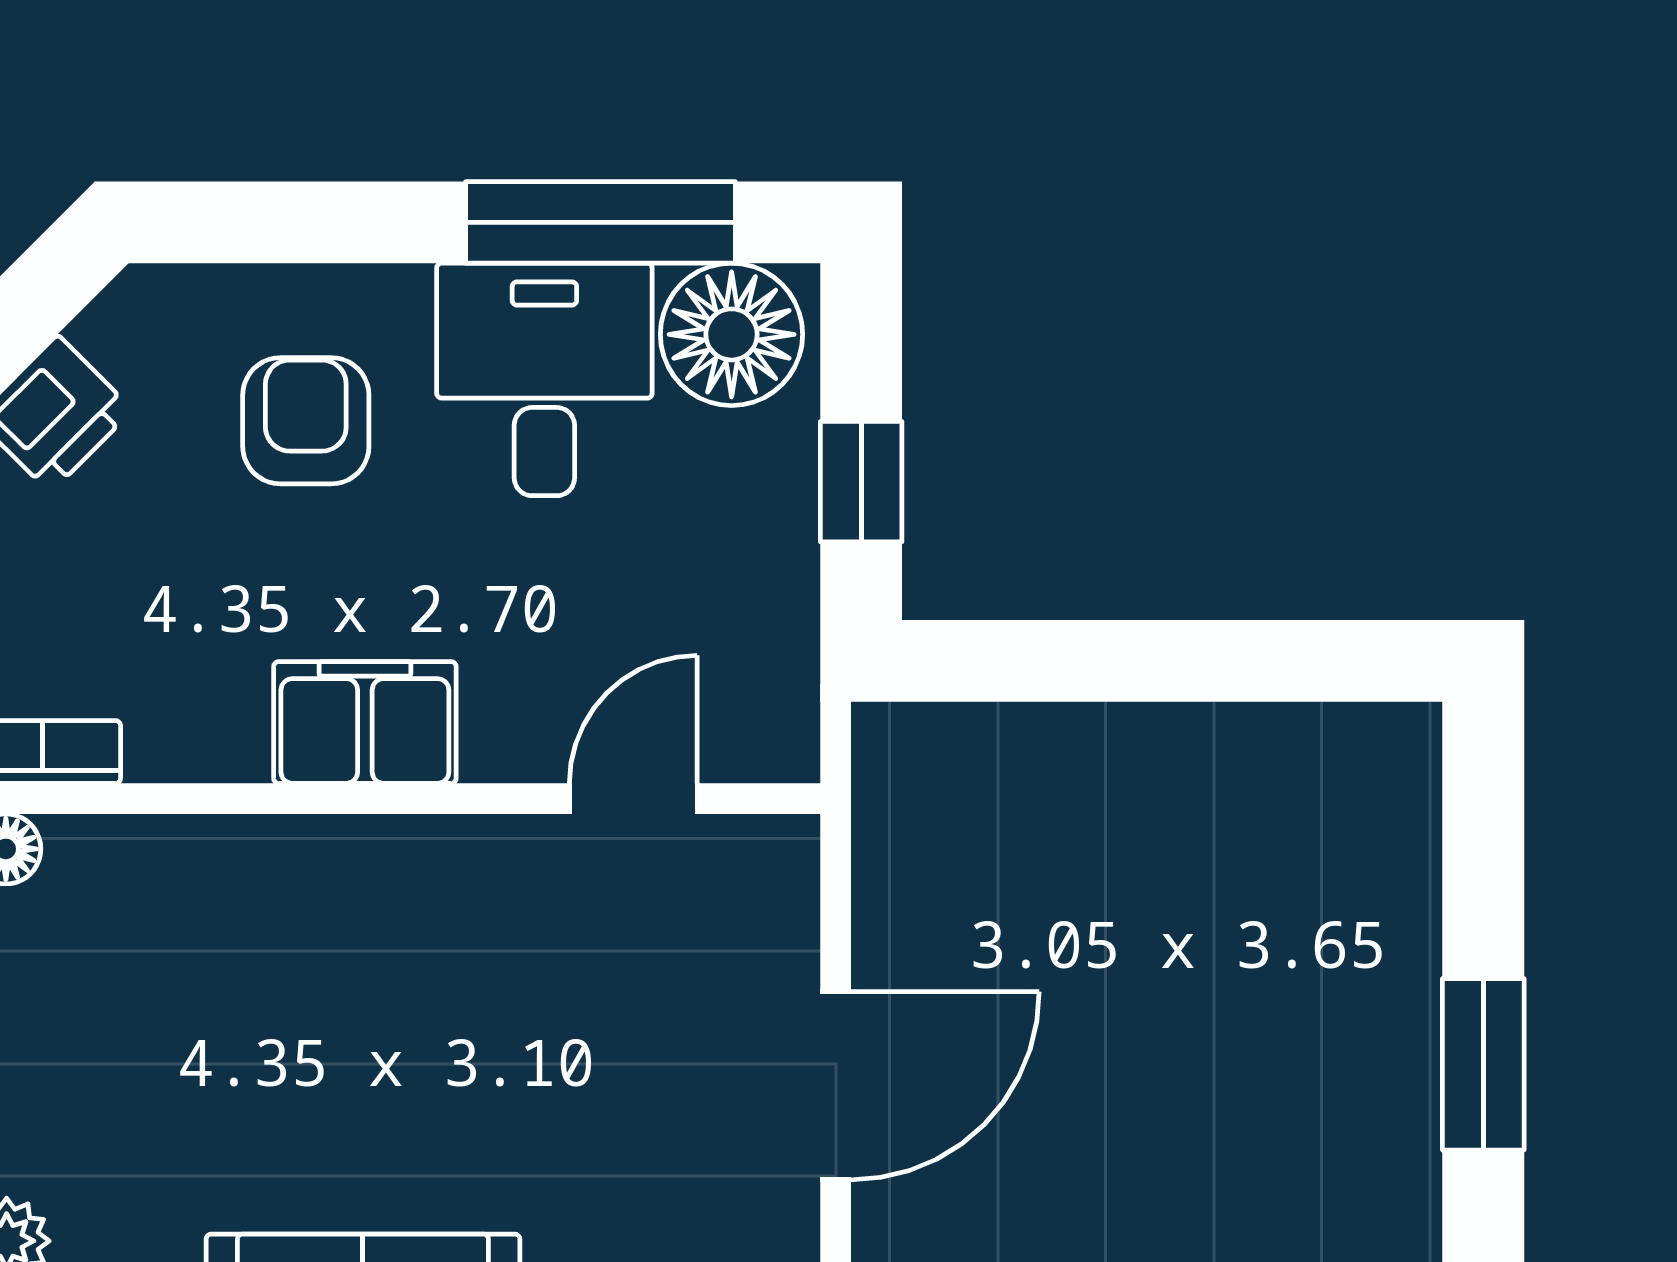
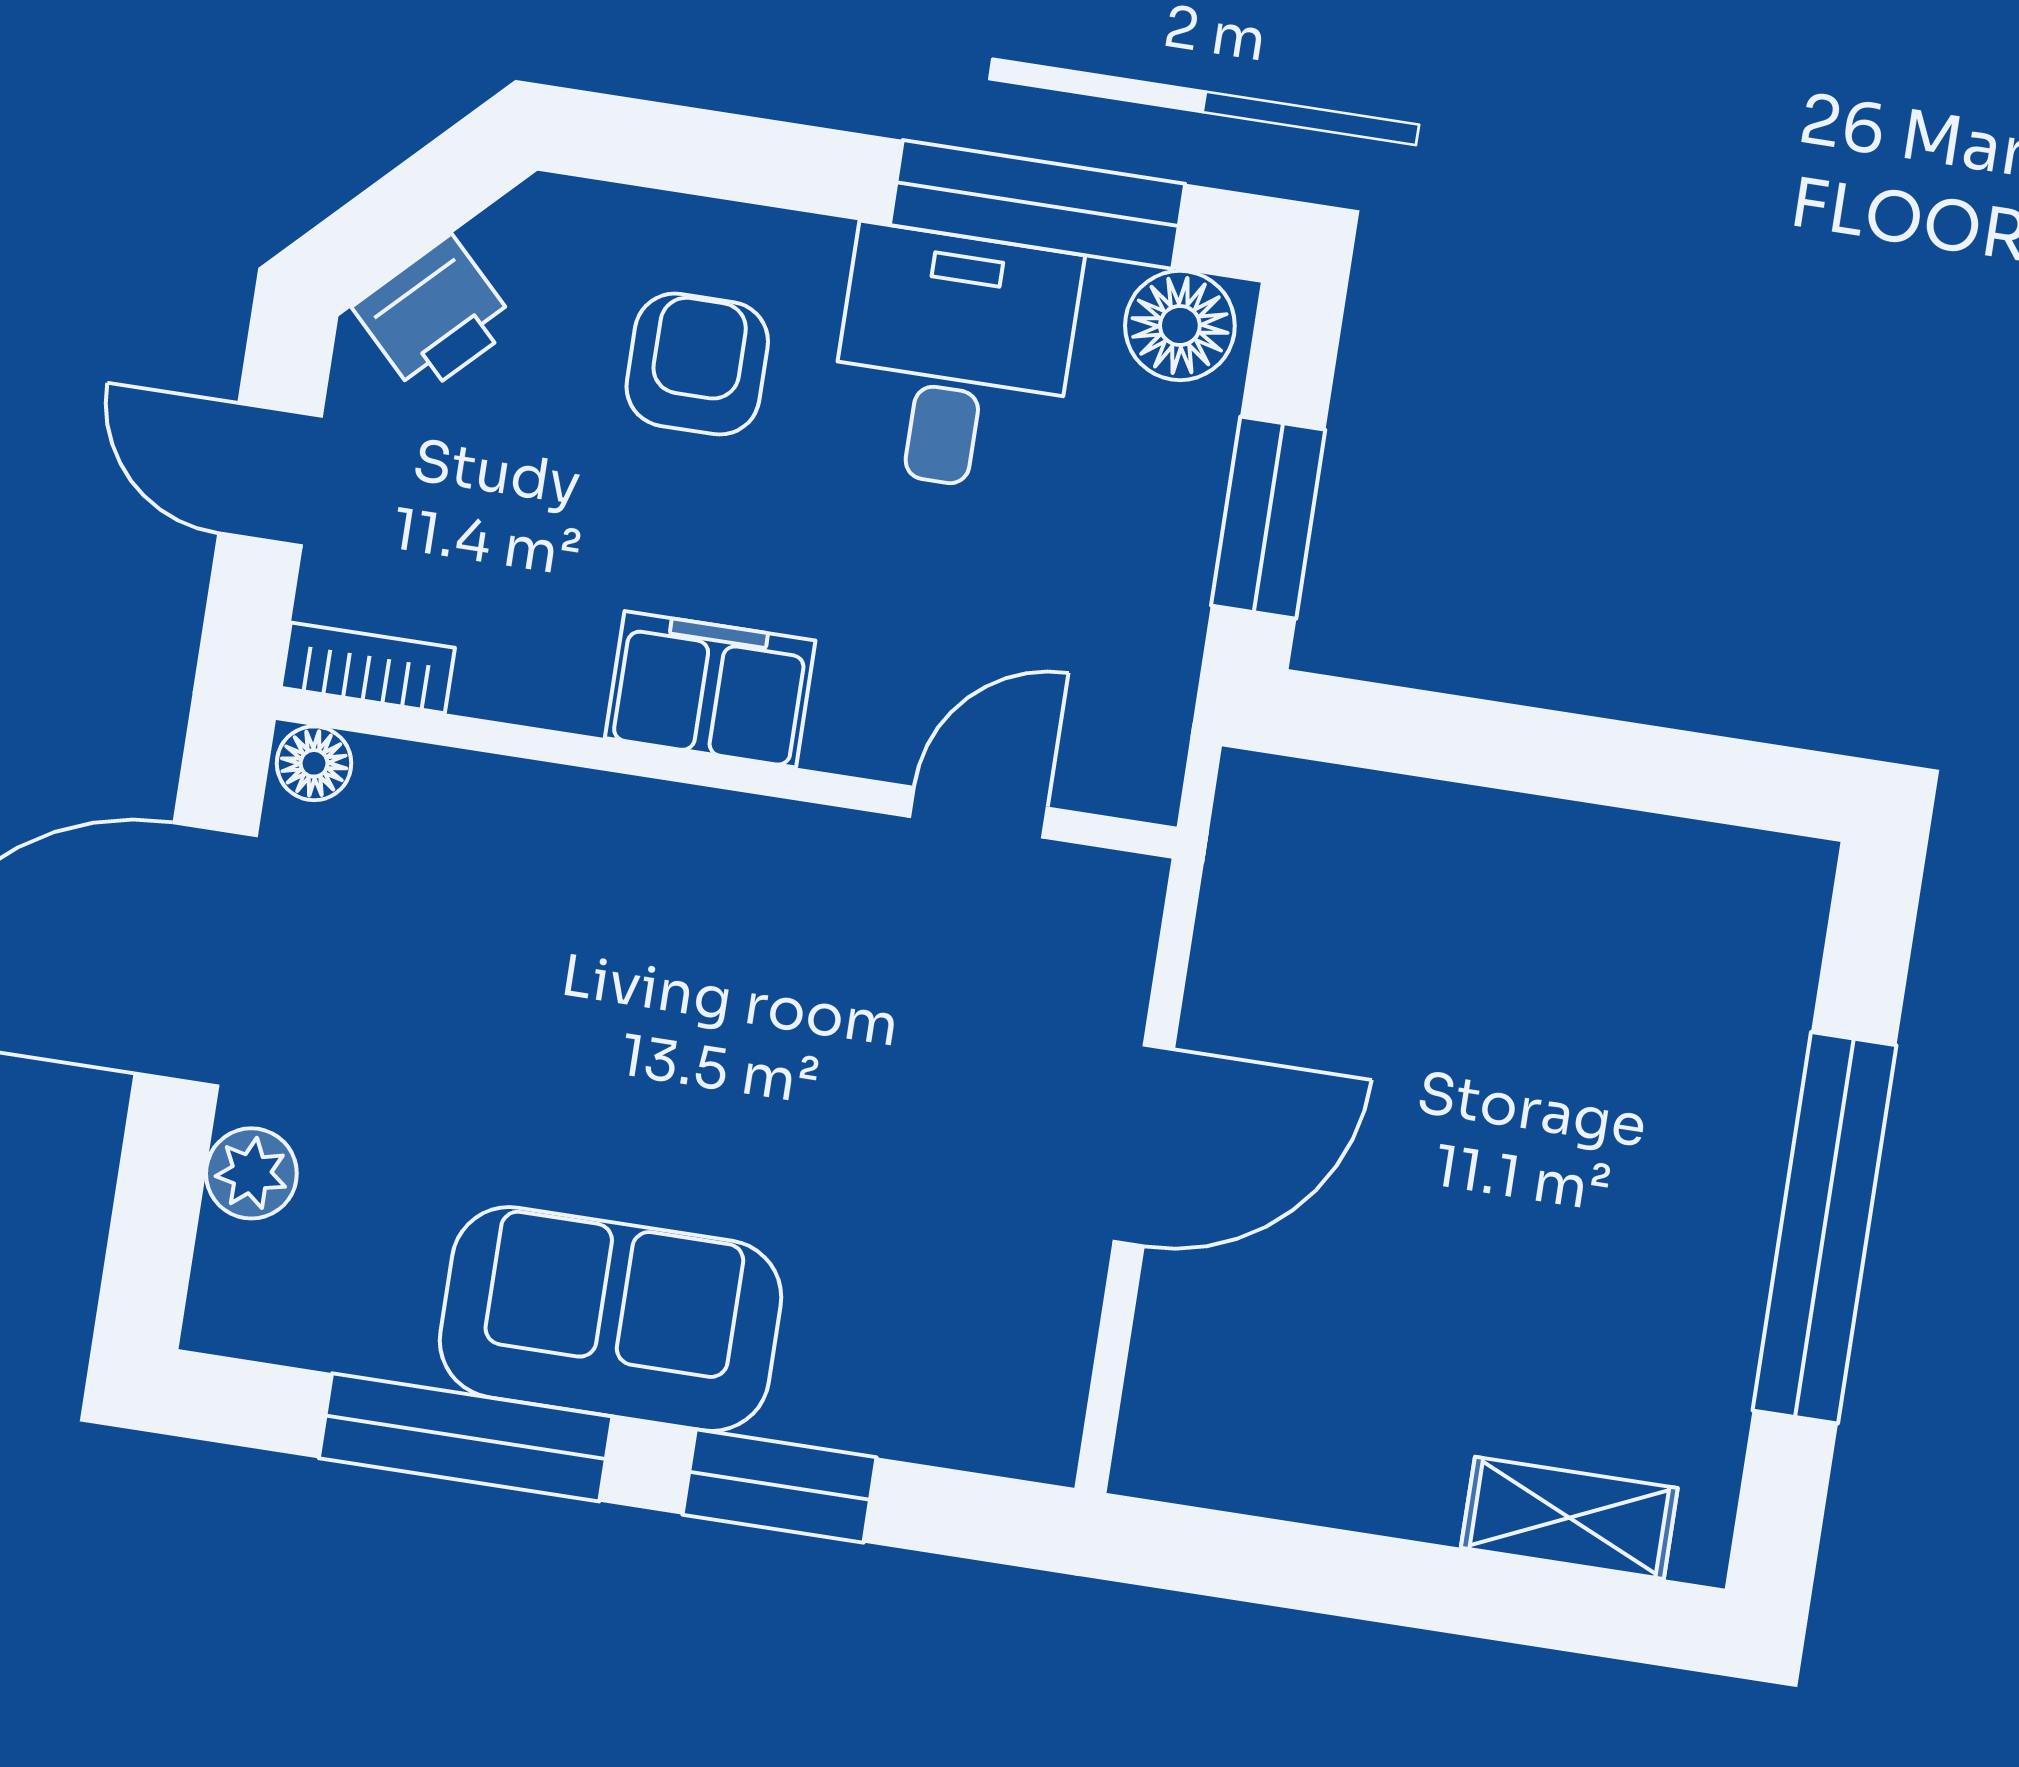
floor lamp: (732, 334) -> (1180, 326), width x0.73, depth x0.73
window: (861, 482) -> (1268, 518), width x1.50
window: (1483, 1064) -> (1825, 1228), width x2.11

